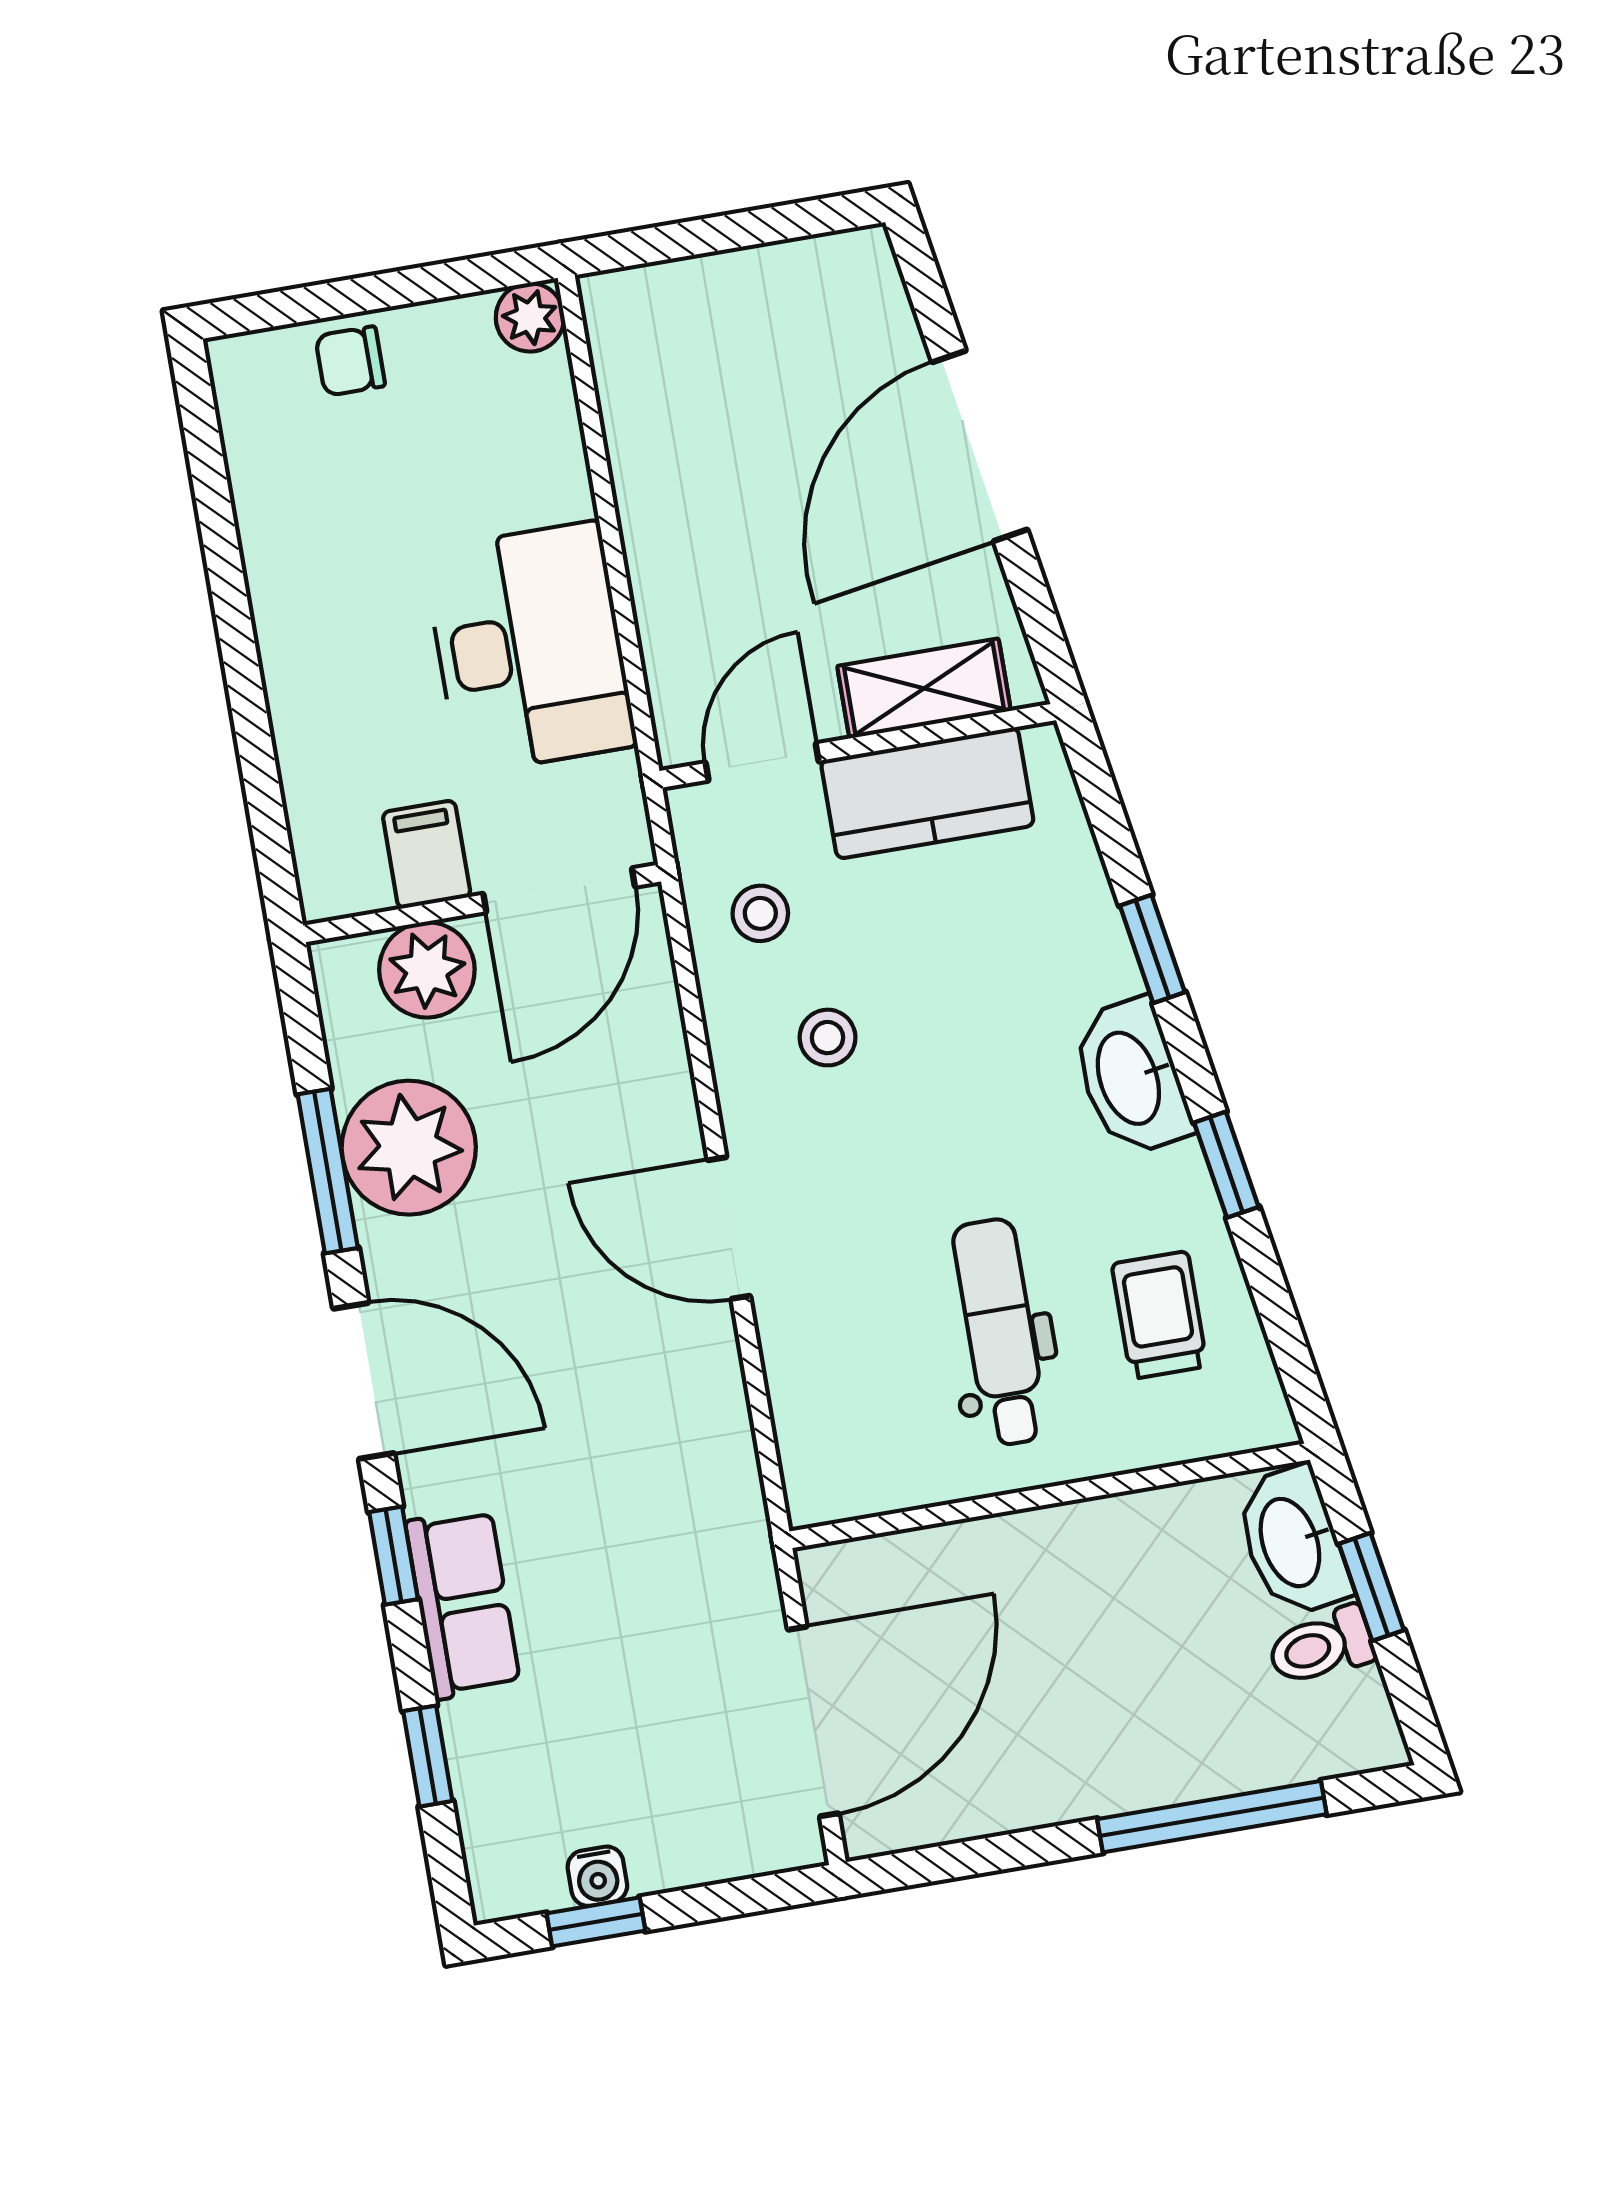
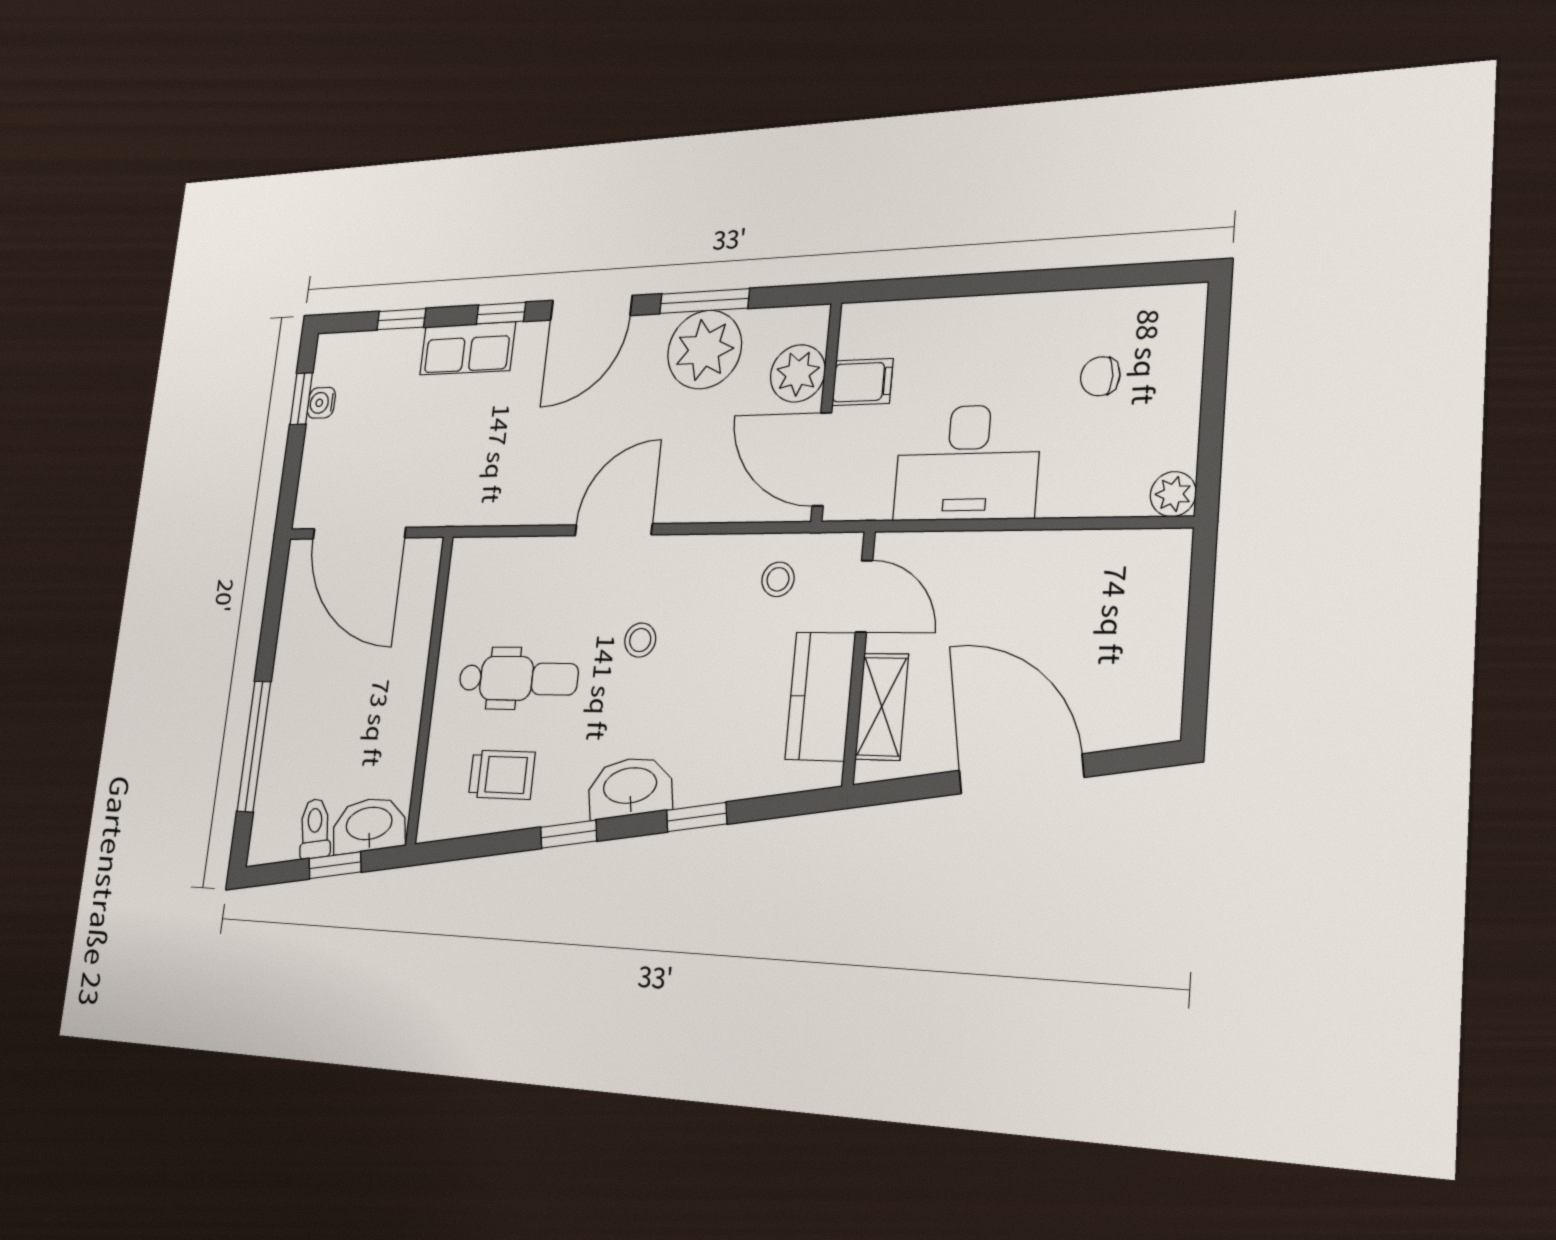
chair: (350, 361) -> (1100, 376), moved, turned -90
stool: (828, 1038) -> (640, 640), moved

